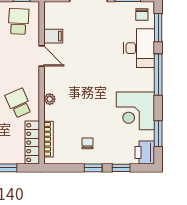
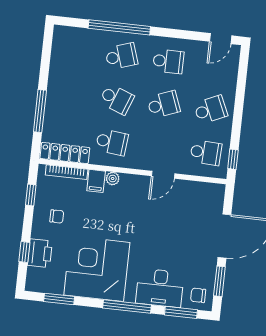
filing cabinet: (53, 36) -> (96, 181), moved
school desk: (19, 103) -> (112, 142), turned 30
corner desk: (135, 111) -> (97, 269), width x1.36, depth x1.36
printer: (145, 152) -> (40, 253), moved, turned 90
window: (93, 168) -> (31, 195), moved

